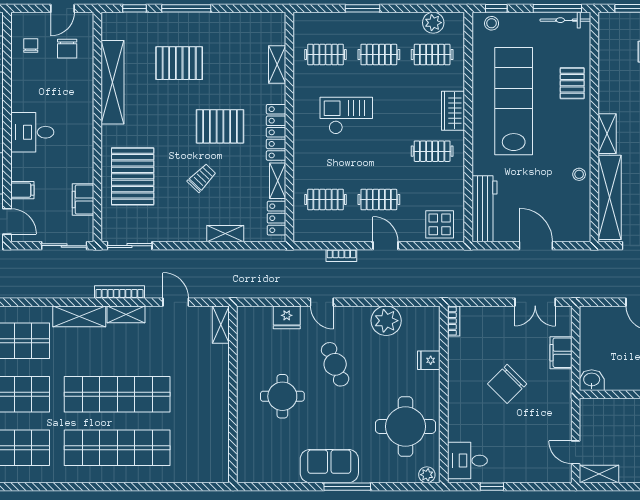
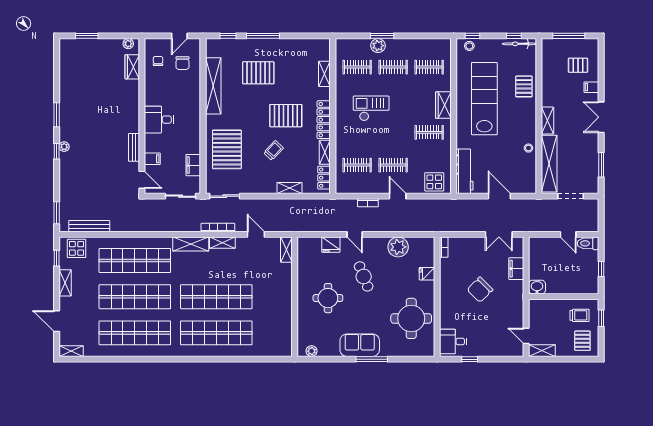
window: (557, 8) -> (514, 36), width x0.46
plant: (433, 23) -> (378, 46), moved
plant: (427, 475) -> (312, 351), moved

